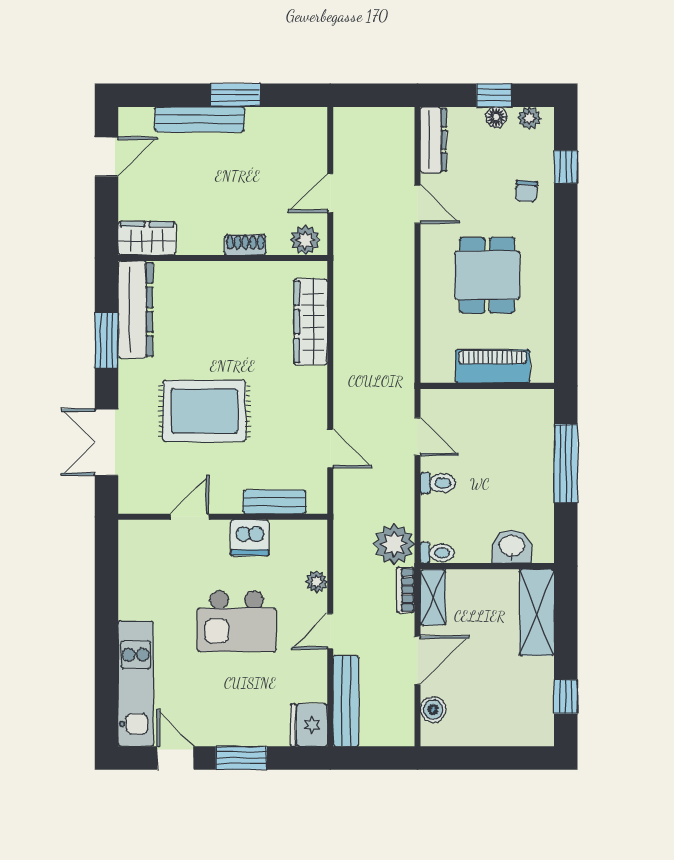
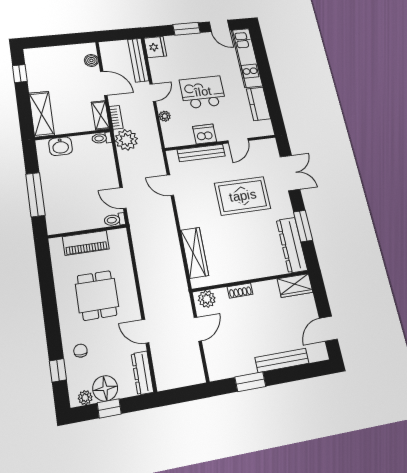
window: (235, 95) -> (250, 382), moved
floor lamp: (496, 117) -> (105, 388), width x1.89, depth x1.89
toilet: (438, 483) -> (115, 220), moved
bench: (274, 502) -> (201, 153), width x1.36
kitchen counter: (135, 585) -> (258, 104), added
door: (417, 660) -> (104, 83), swing flipped

